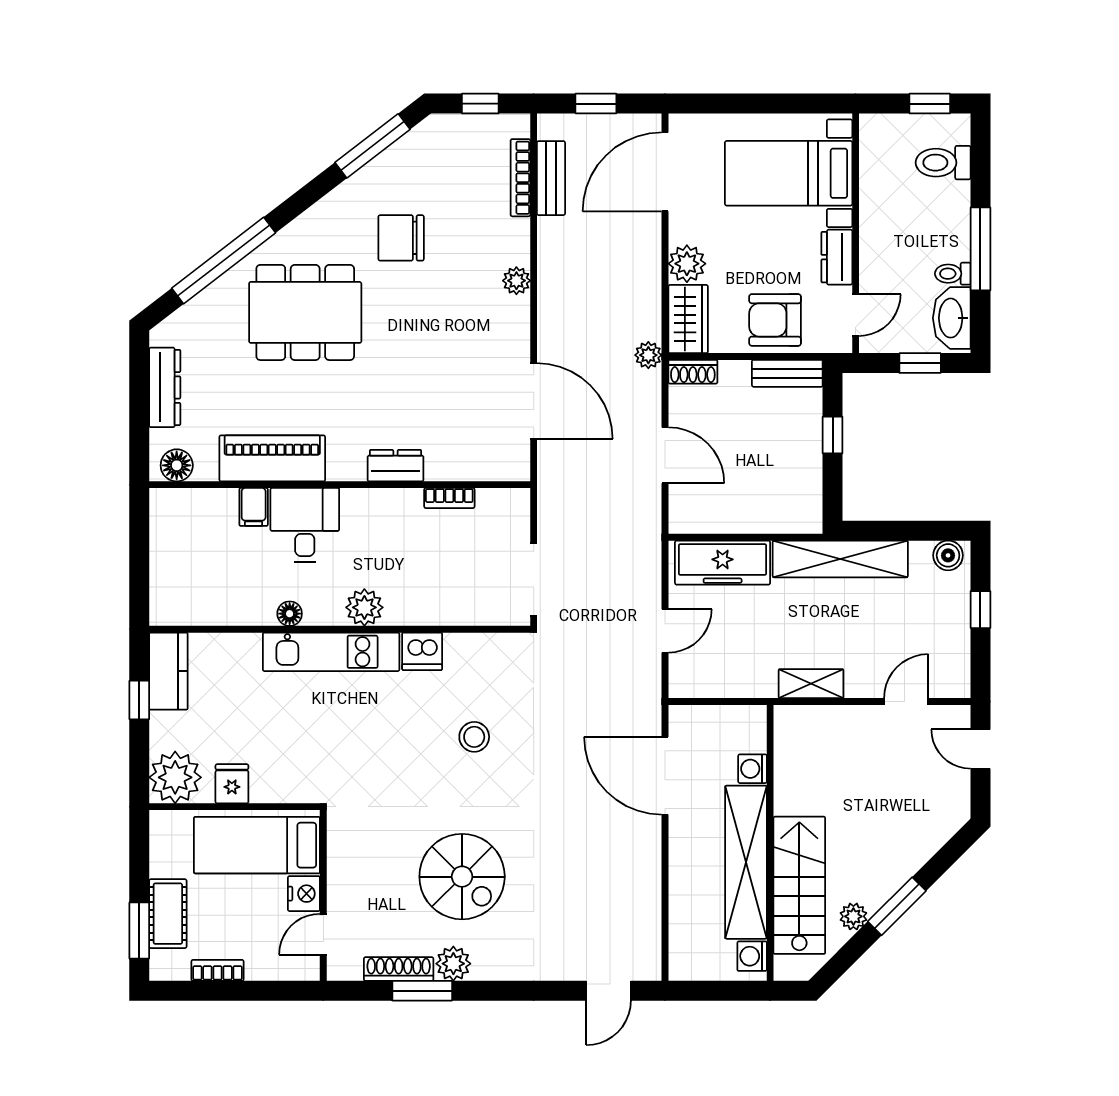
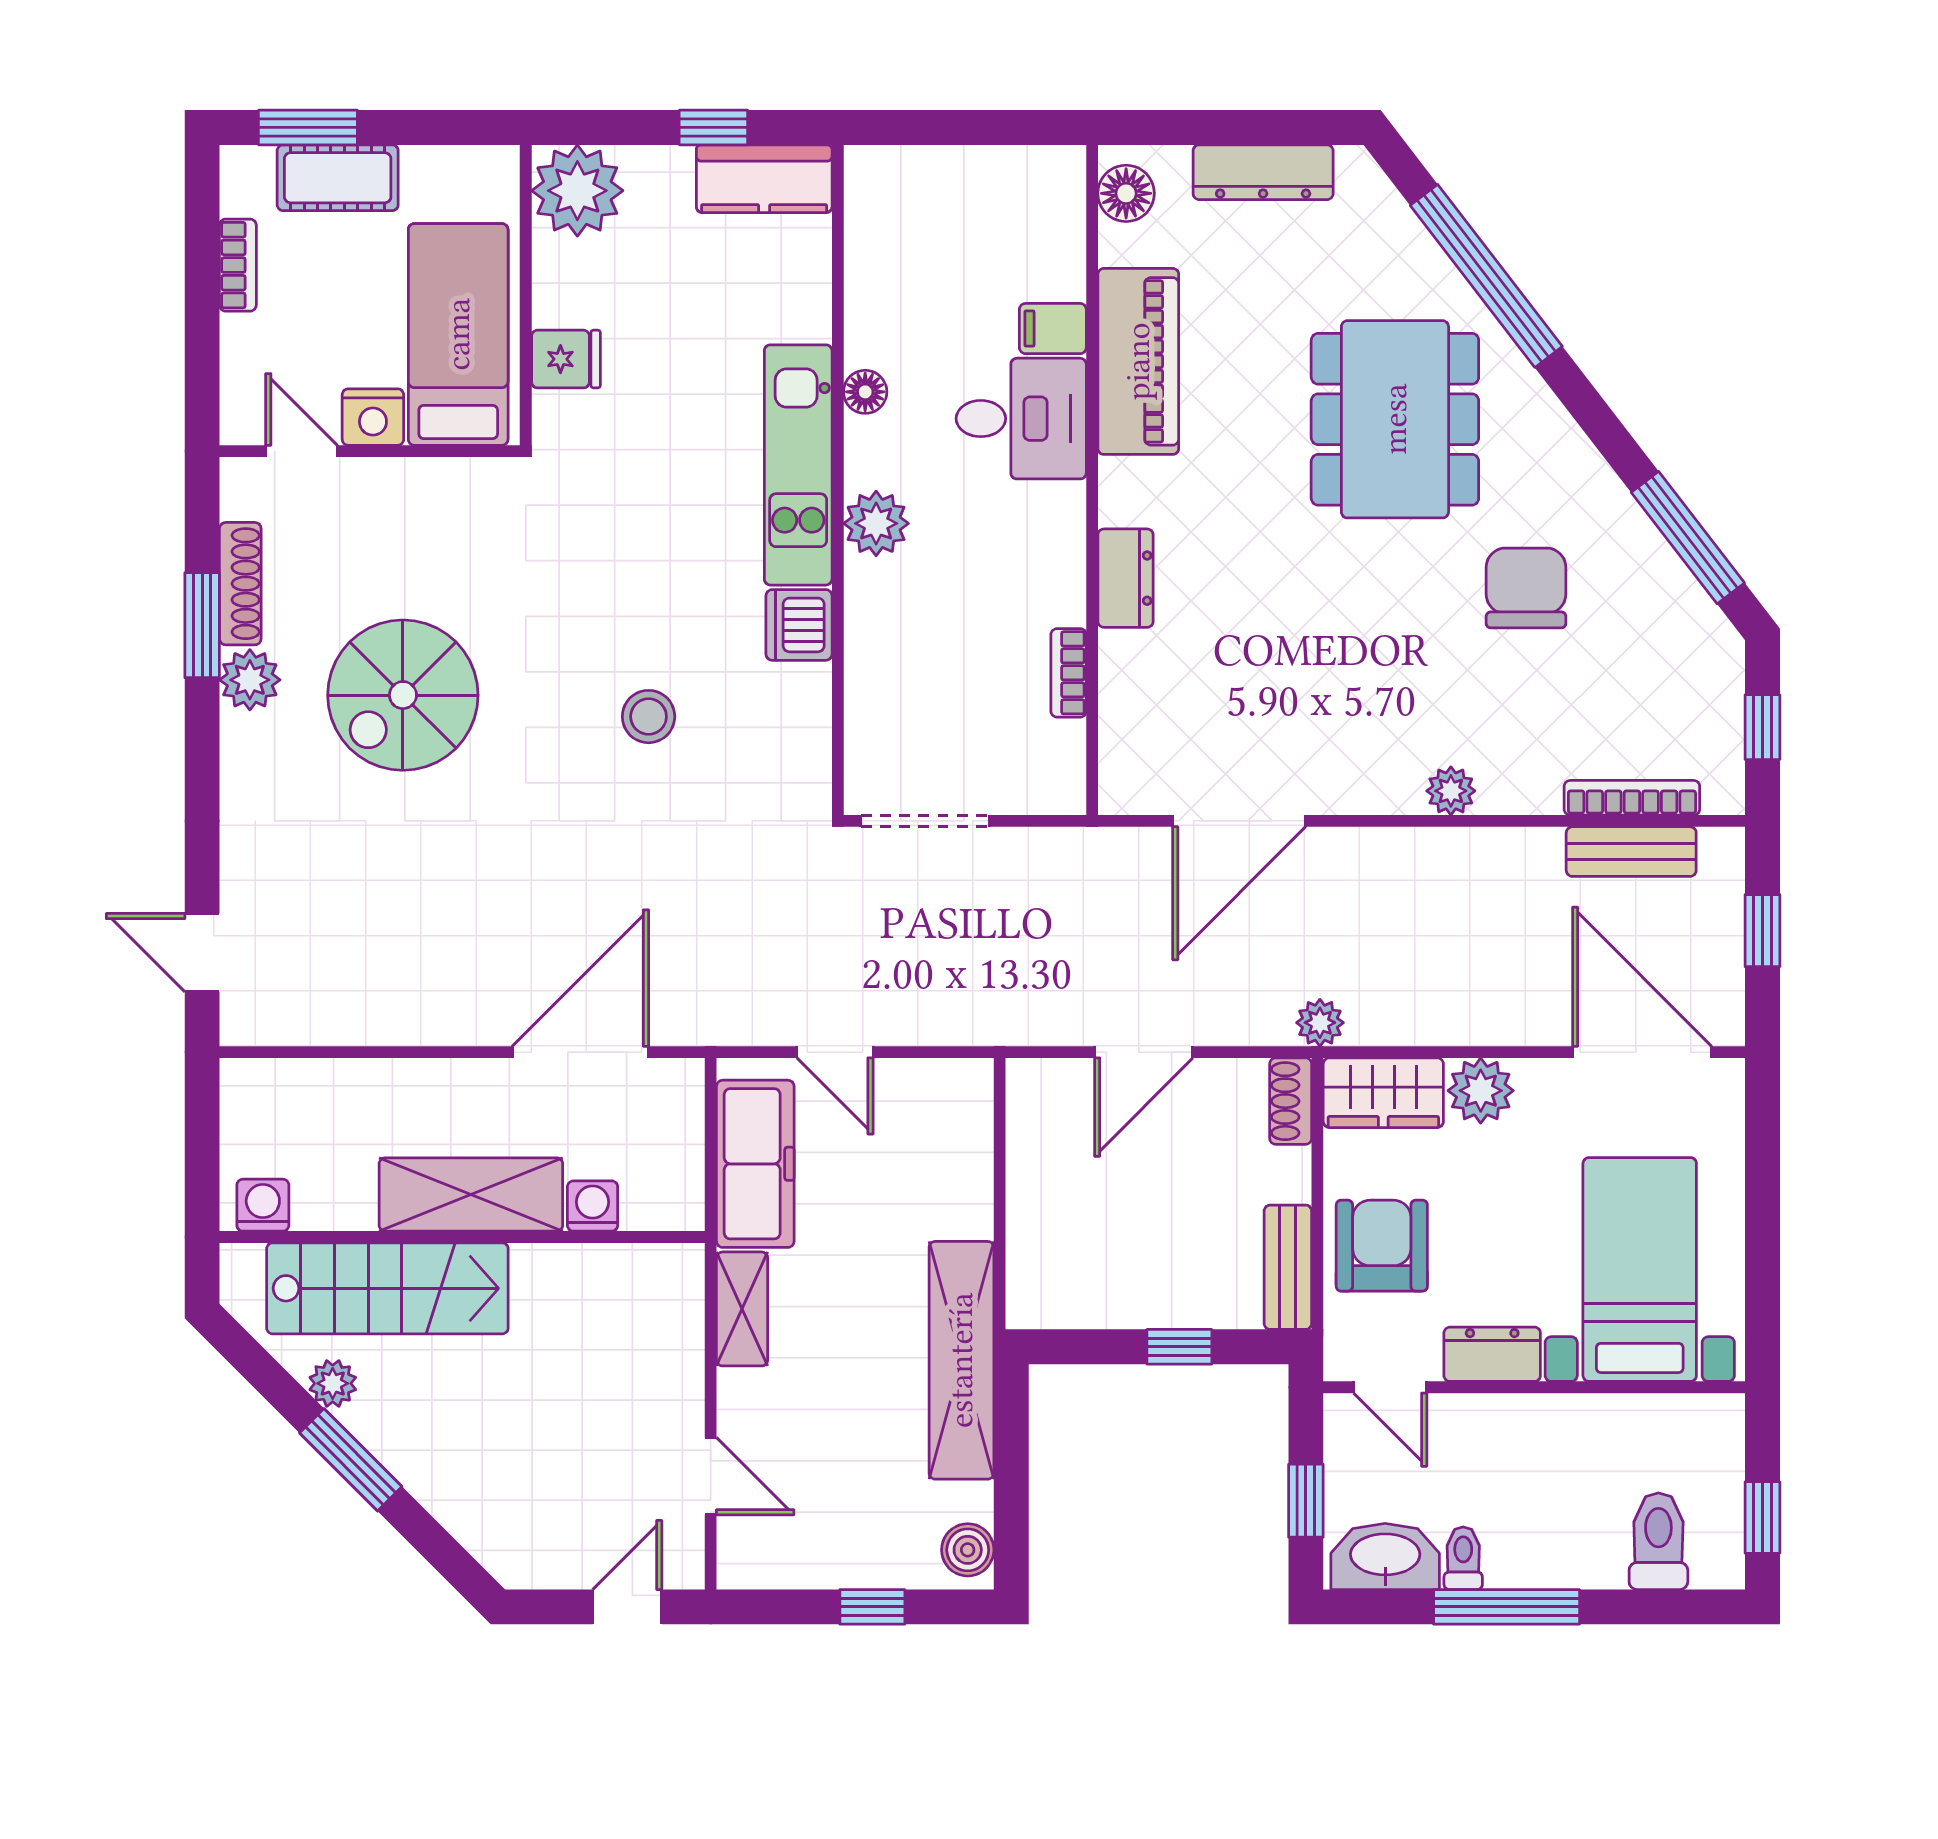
freezer: (723, 563) -> (755, 1164), moved, turned 180
fridge: (232, 784) -> (566, 359), moved
shelving: (746, 862) -> (471, 1195), width x0.68

